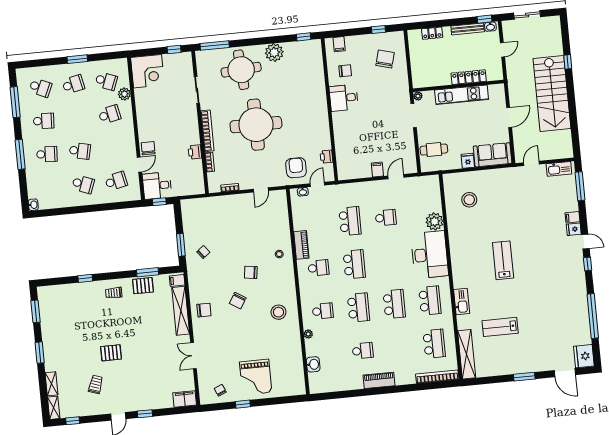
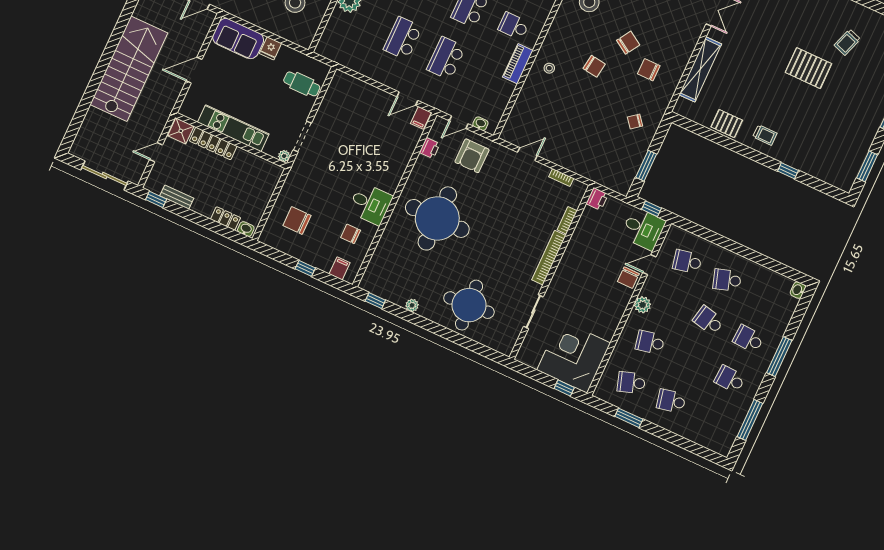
sliding door: (527, 15) -> (104, 176), width x1.37
washbasin: (490, 27) -> (246, 229), moved
bench: (468, 29) -> (177, 197), width x0.73
window: (378, 30) -> (305, 268), moved
window: (215, 46) -> (483, 350), removed
window: (174, 50) -> (564, 388), moved
plant: (274, 53) -> (412, 305), width x0.53, depth x0.53
window: (77, 59) -> (629, 418), moved
chair: (385, 59) -> (297, 220), turned 75
window: (568, 62) -> (89, 94), removed
corner desk: (148, 71) -> (574, 356), width x1.36, depth x1.36
shower: (495, 73) -> (181, 131), added
school desk: (106, 81) -> (631, 383), turned -39
school desk: (40, 88) -> (711, 419), removed
plant: (124, 94) -> (643, 305), moved
round table: (256, 125) -> (437, 218), moved
printer: (195, 152) -> (597, 199), moved
filing cabinet: (377, 170) -> (421, 118), moved
door: (396, 177) -> (407, 99), moved
school desk: (83, 184) -> (727, 280), turned -39
school desk: (386, 218) -> (403, 38), width x1.85
window: (181, 245) -> (646, 166), moved
window: (148, 272) -> (712, 136), removed
filing cabinet: (177, 280) -> (684, 107), removed
chair: (204, 310) -> (649, 70), moved
pallet: (111, 353) -> (808, 68), width x1.50, depth x1.42

